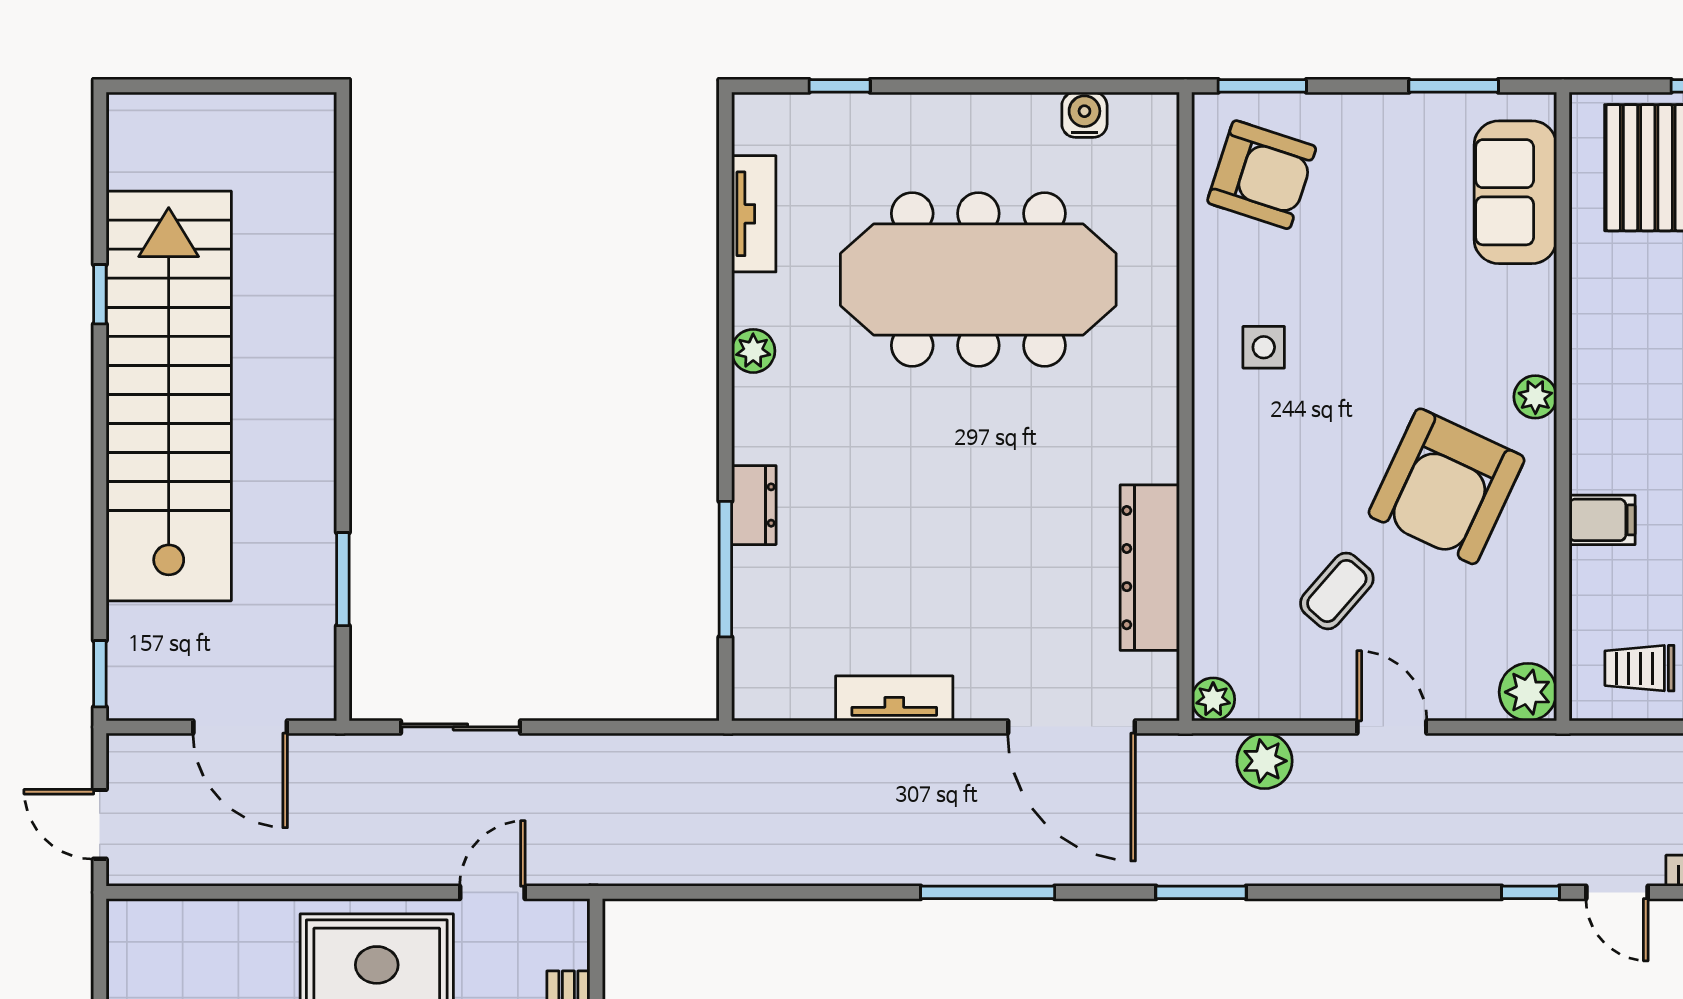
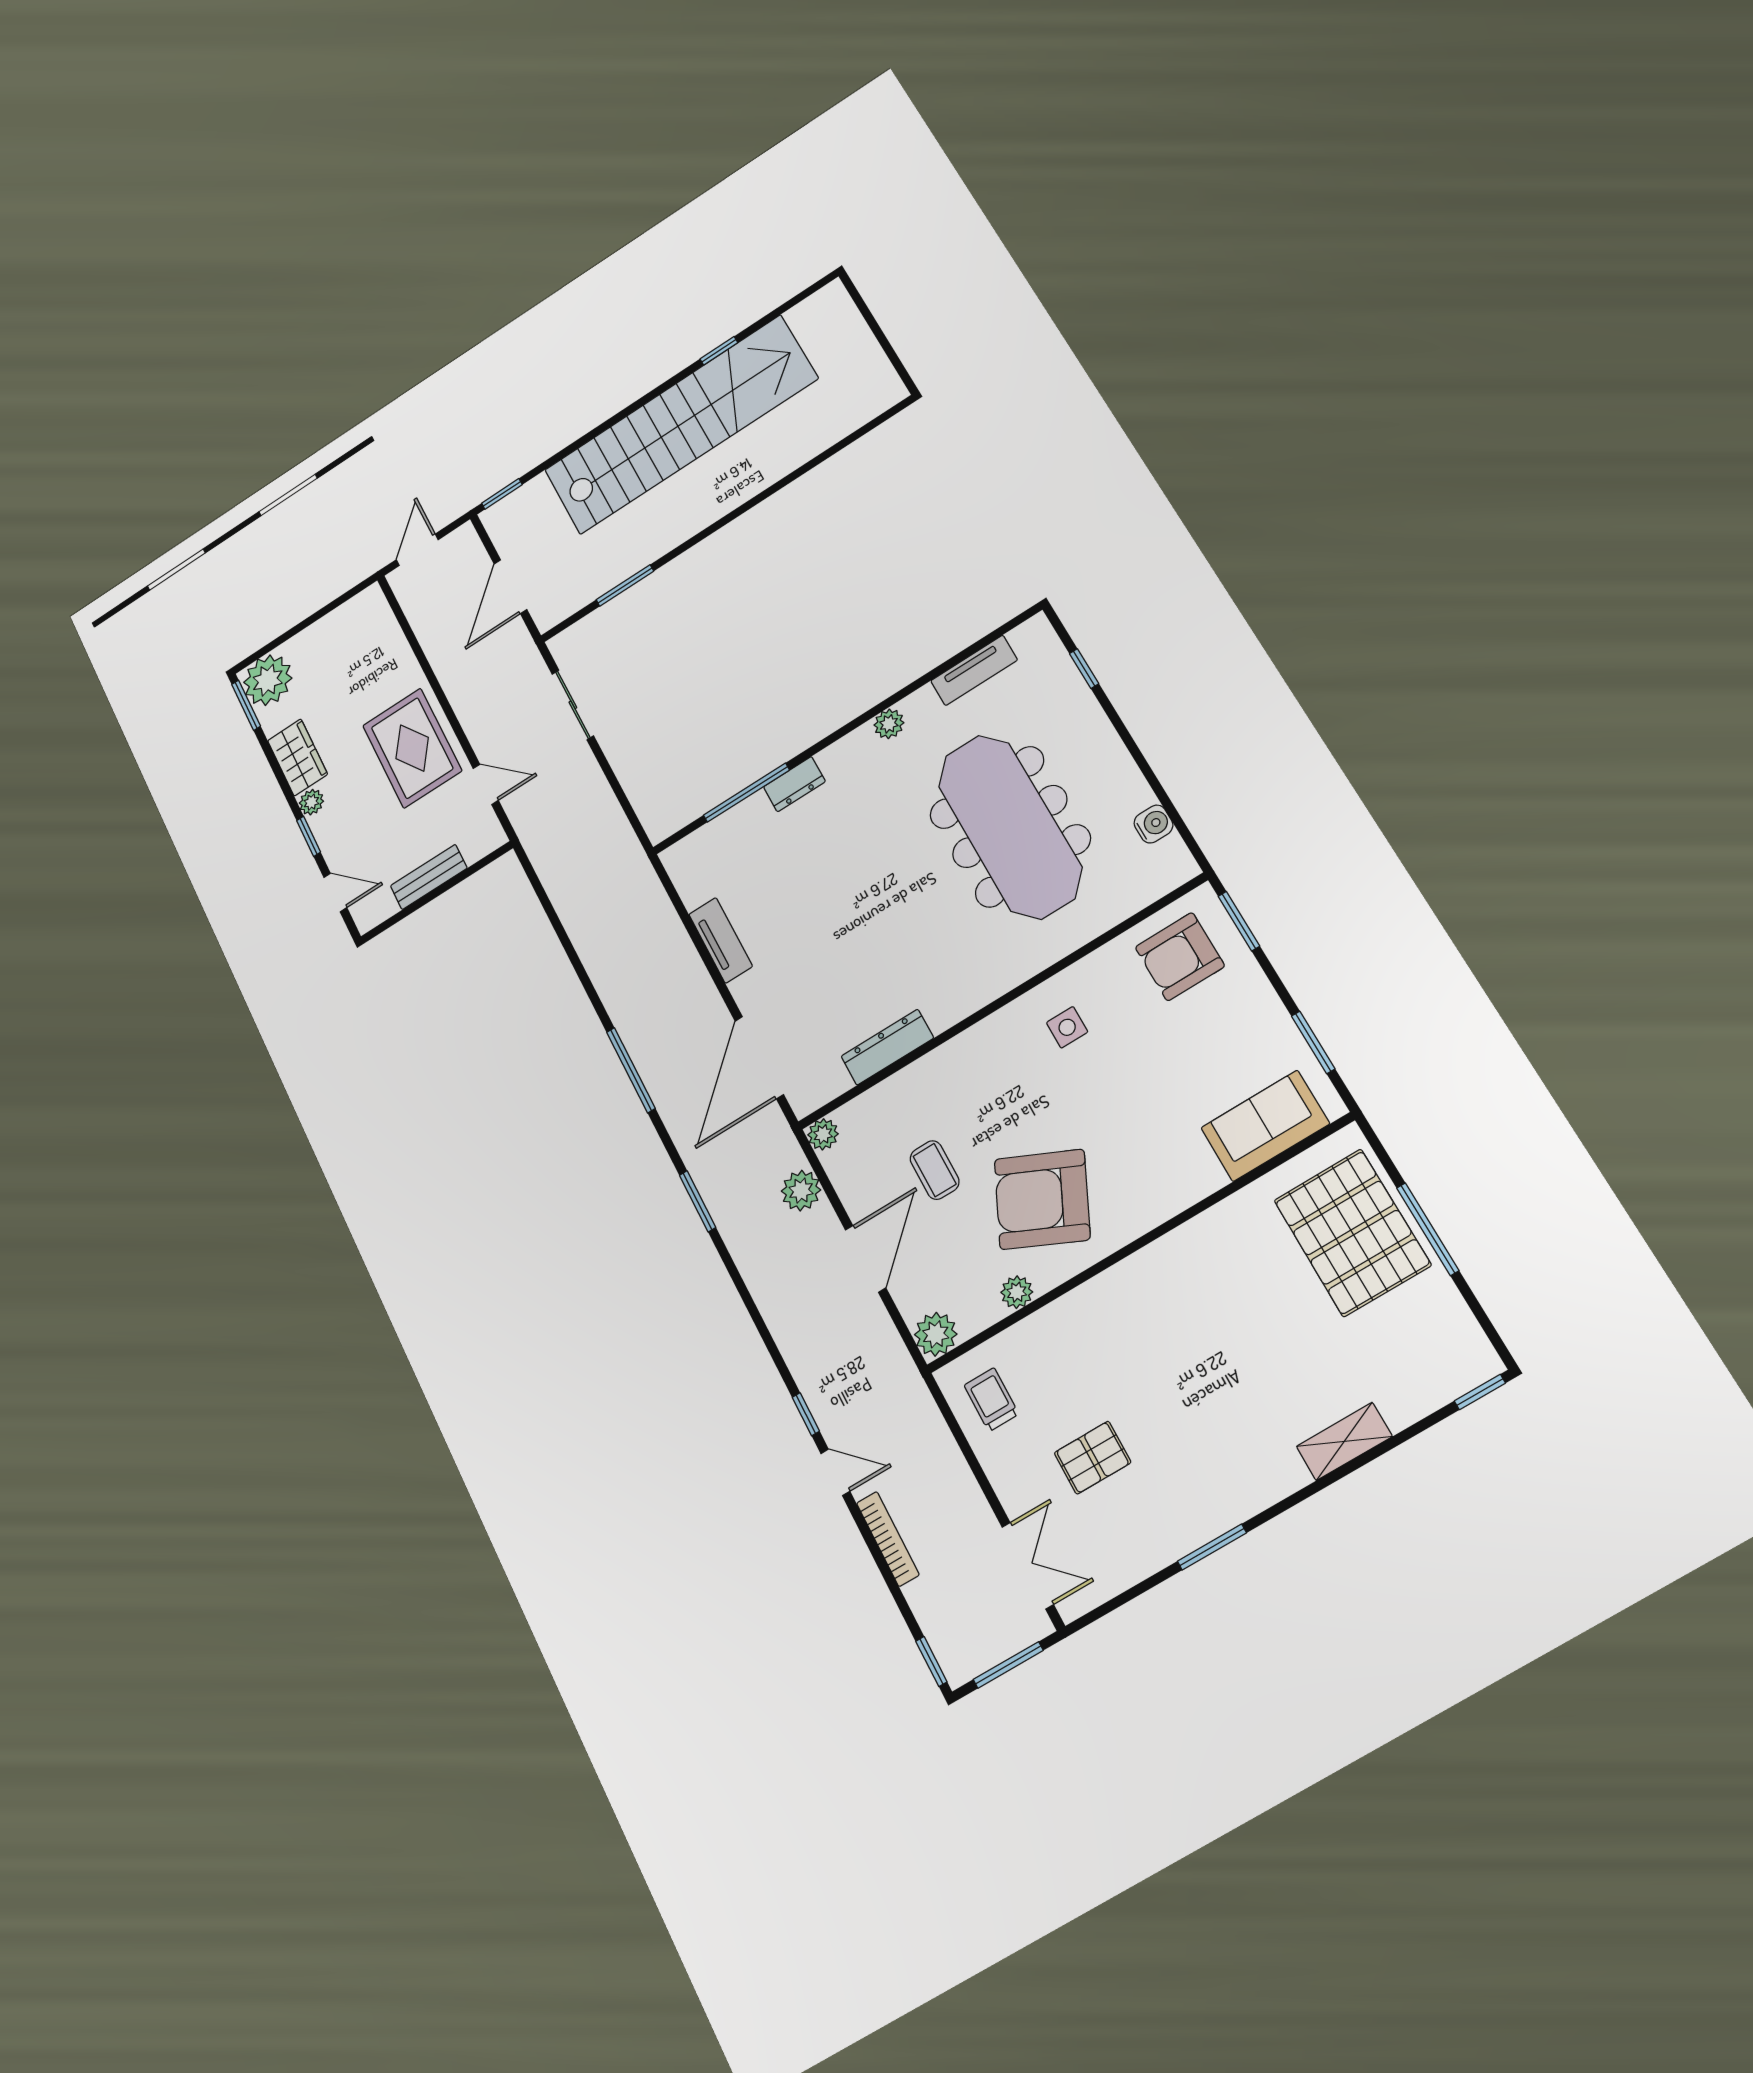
armchair: (1262, 175) -> (1180, 957), turned 72
plant: (1535, 397) -> (1017, 1292), moved
filing cabinet: (1602, 520) -> (1077, 1315), removed
dresser: (1150, 568) -> (887, 1047), width x0.73, depth x0.80
coffee table: (1337, 591) -> (935, 1170), turned 49
door: (1392, 727) -> (866, 1259), width x1.38
door: (1617, 892) -> (835, 1472), swing flipped

